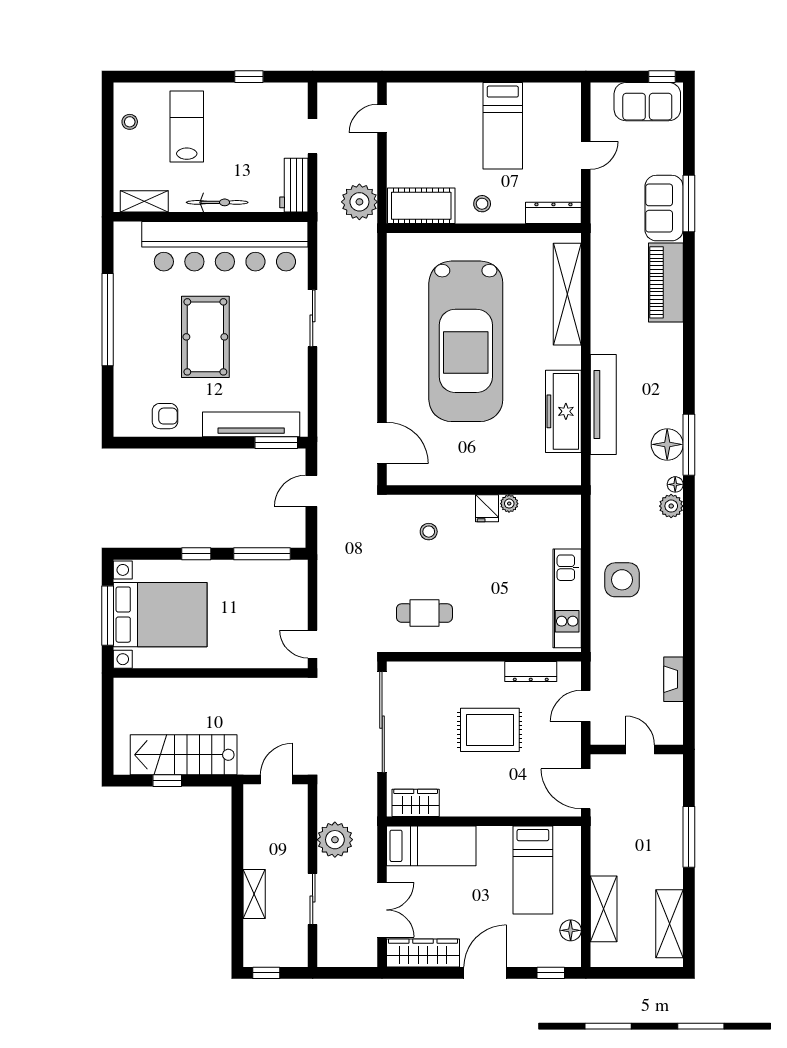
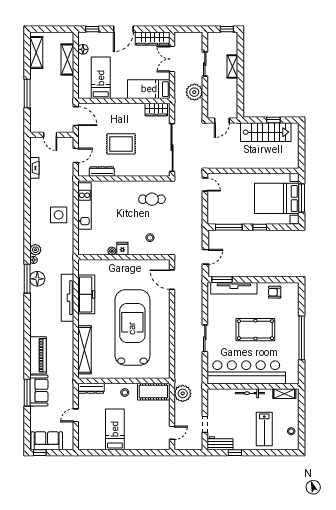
workbench: (294, 185) -> (220, 443), moved, turned -90
pool table: (205, 337) -> (255, 330), turned 90

